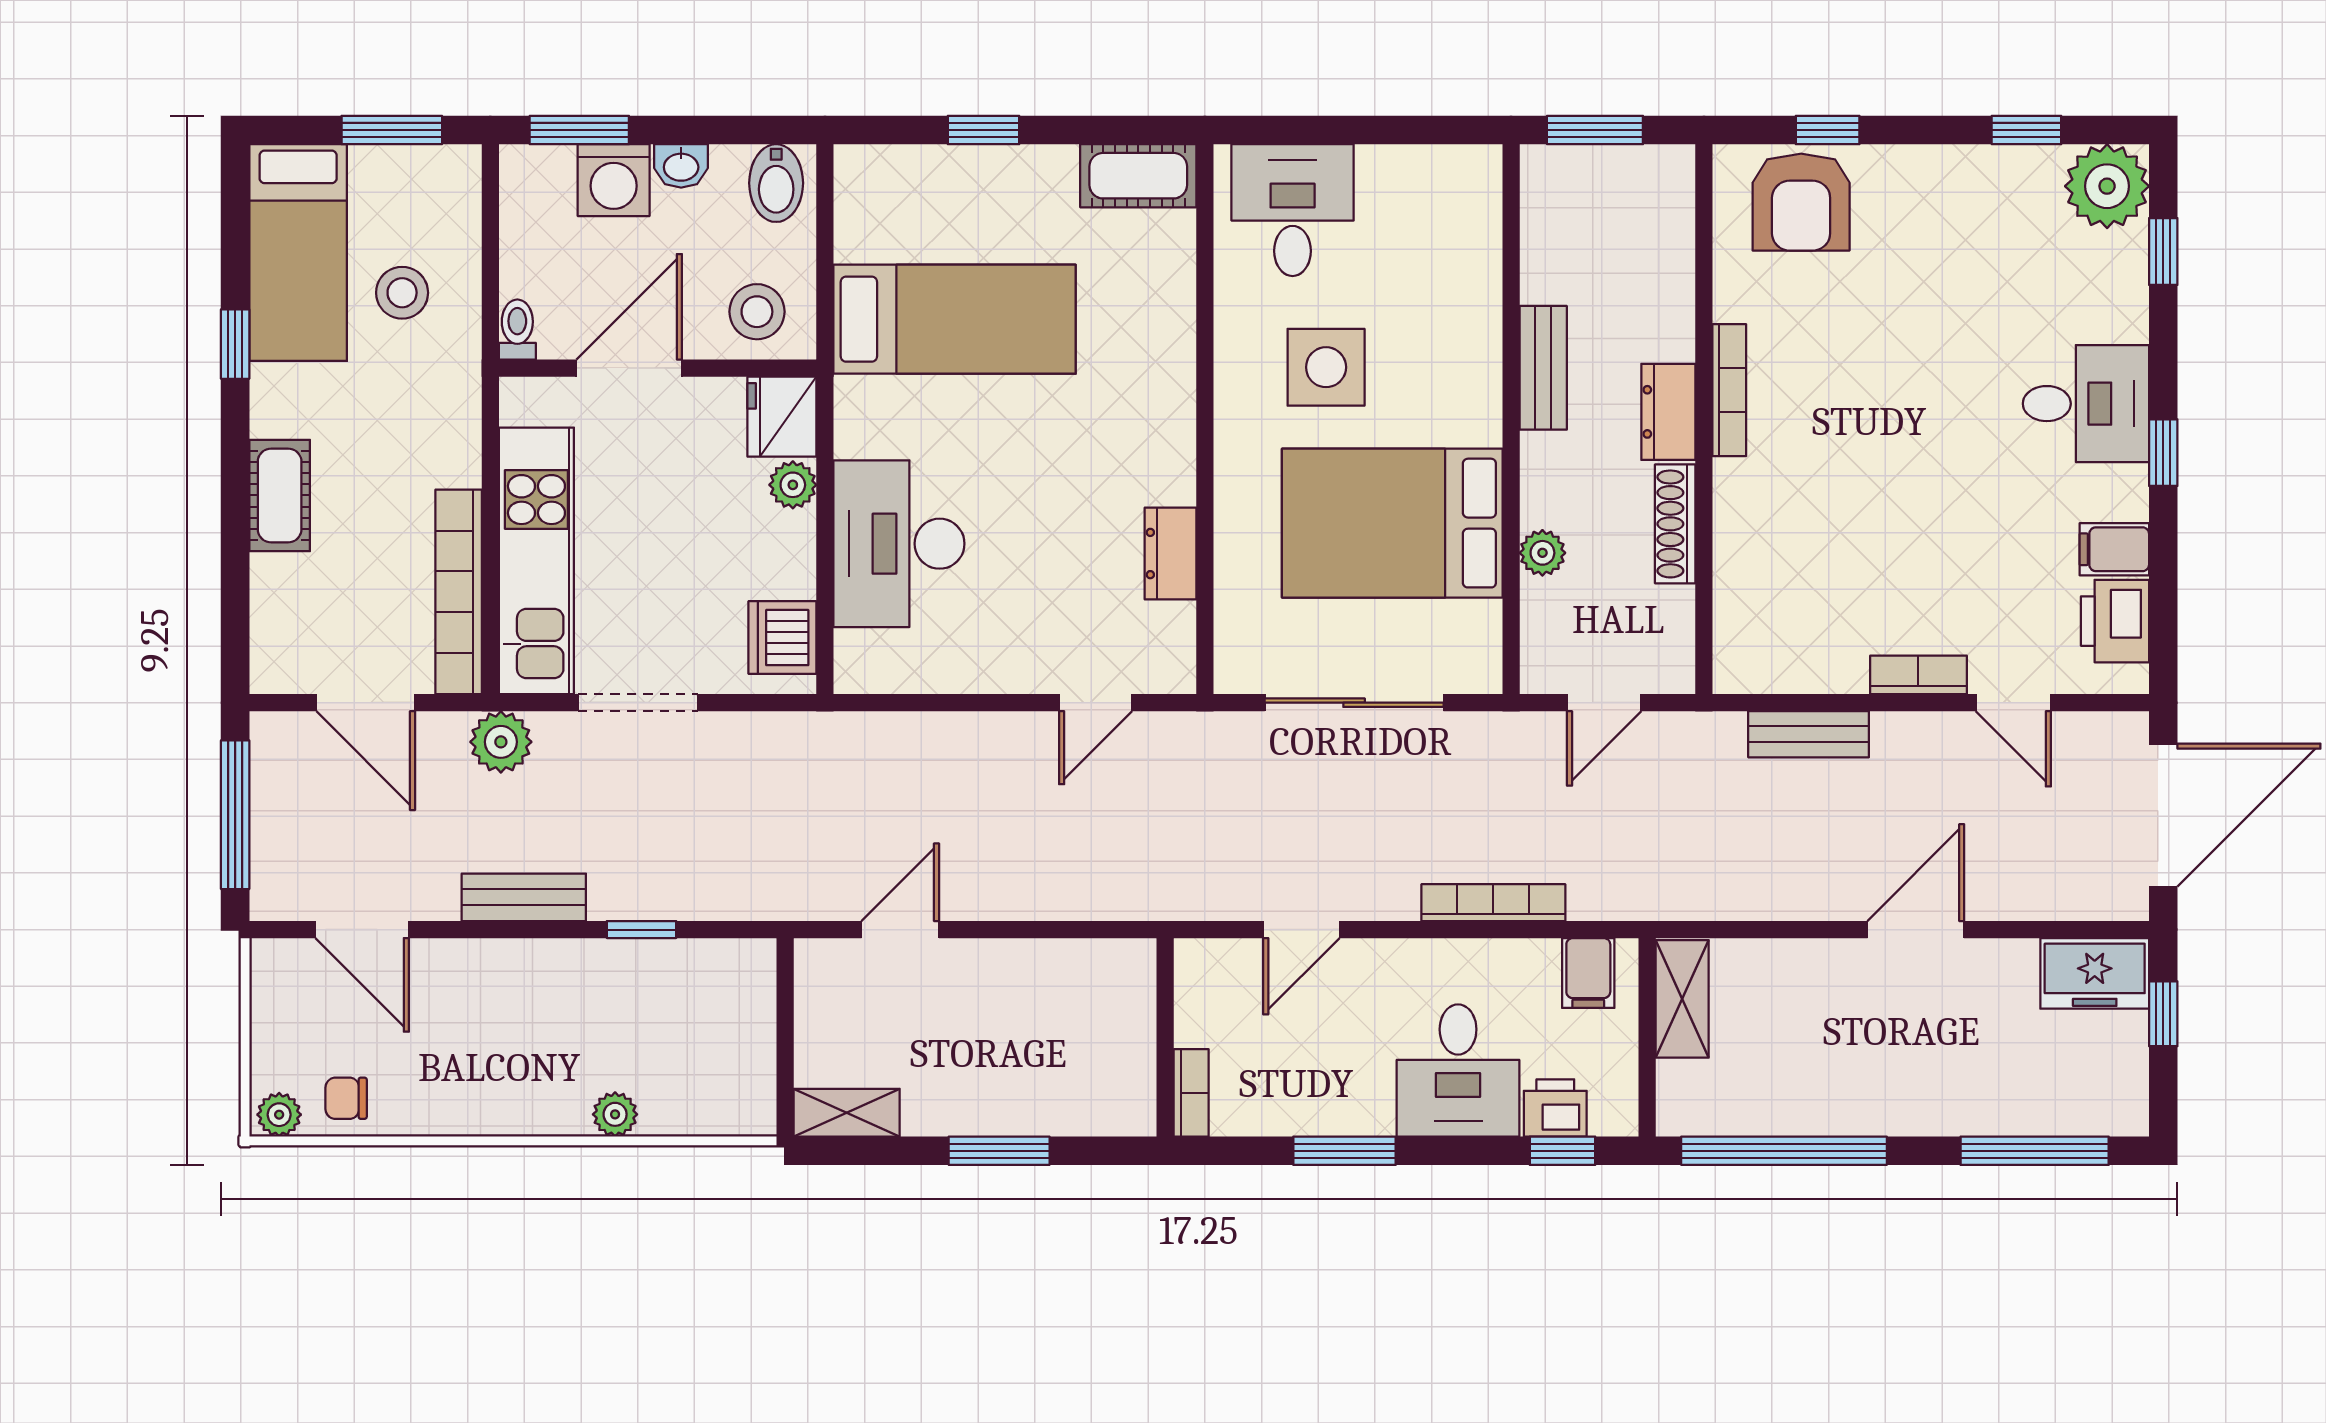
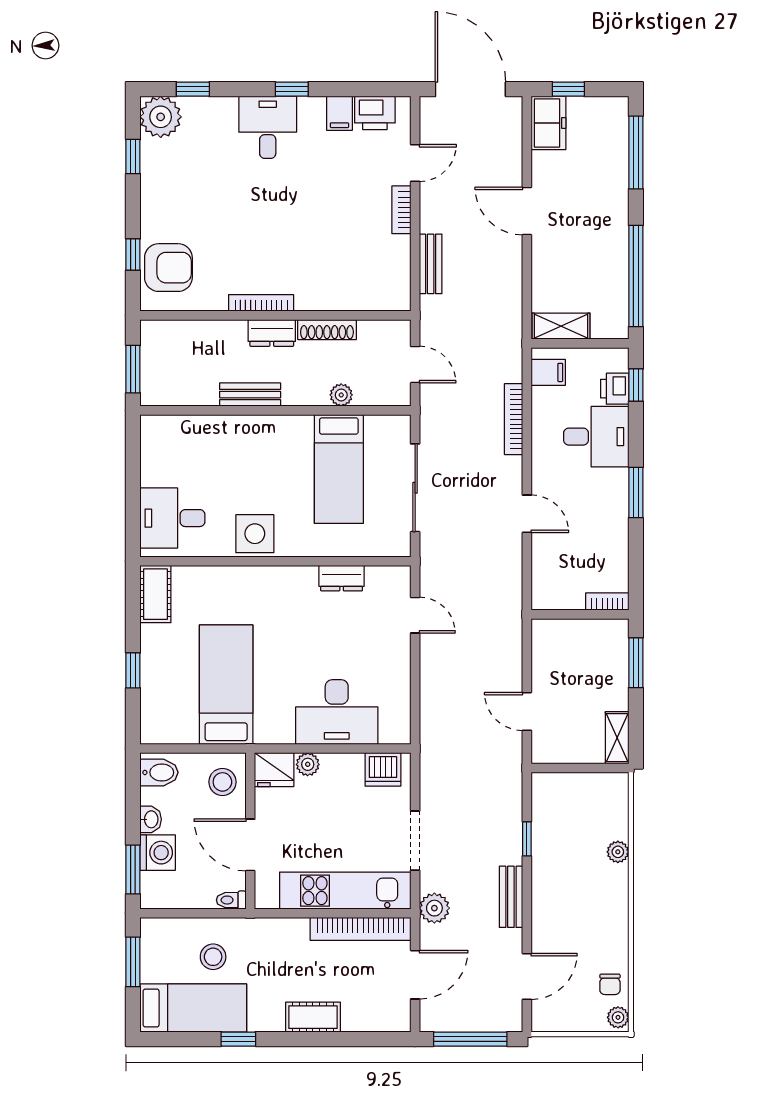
side table: (1326, 367) -> (255, 534), moved
bed: (1392, 523) -> (339, 469), width x0.67
wall: (1165, 1037) -> (580, 614), moved
bookcase: (1191, 1093) -> (607, 602), moved

